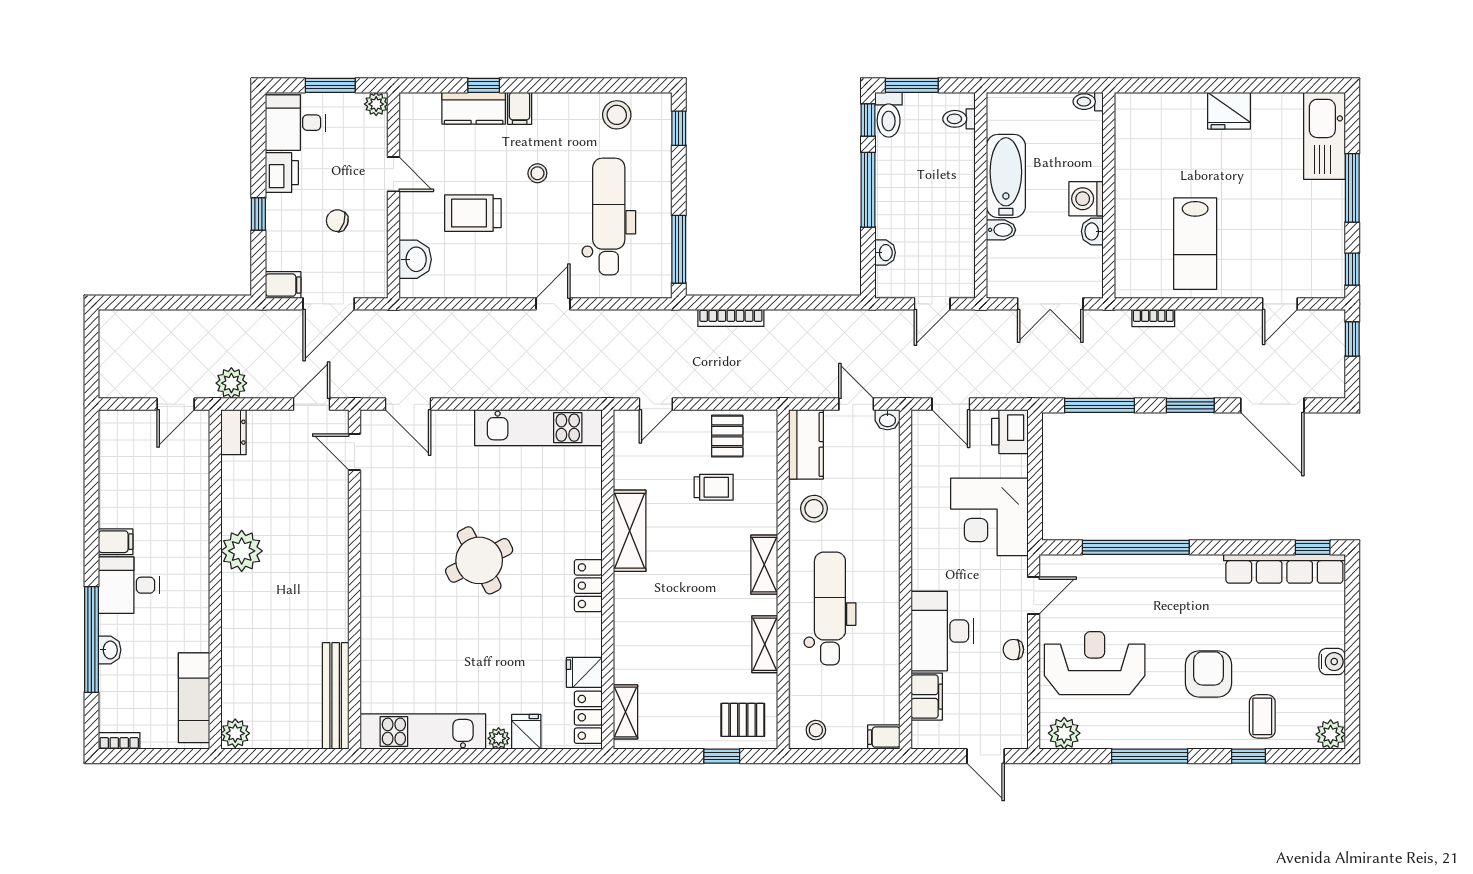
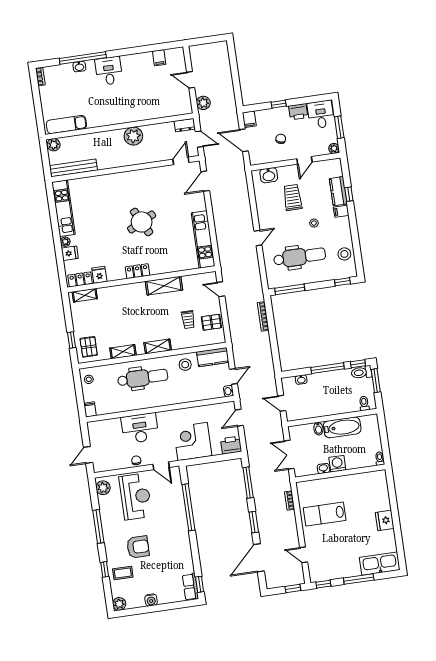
door: (553, 304) -> (258, 238), hinge flipped
dresser: (234, 432) -> (185, 125), moved
filing cabinet: (116, 542) -> (159, 58), moved
plant: (242, 551) -> (133, 136), moved
row of seats: (1284, 569) -> (190, 587), width x0.50
wall: (215, 579) -> (119, 126), moved
filing cabinet: (927, 697) -> (110, 426), removed
exam couch: (194, 698) -> (66, 125), moved
plant: (235, 733) -> (54, 145), moved

